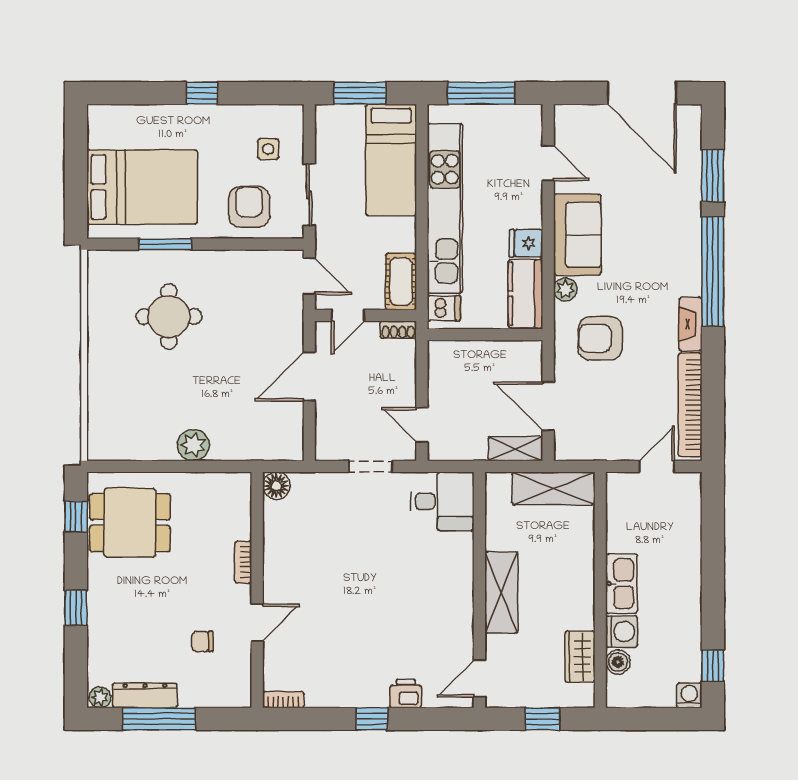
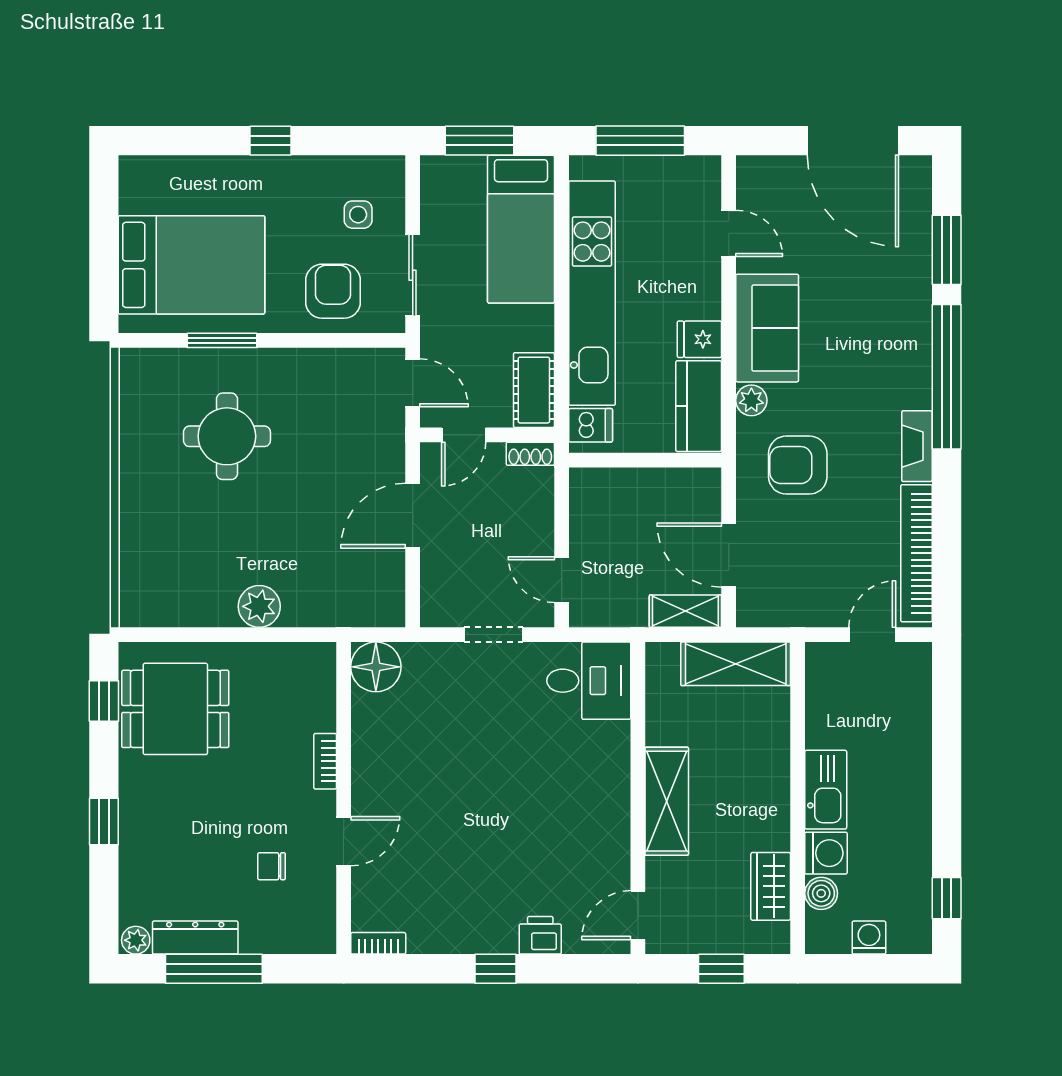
floor lamp: (276, 486) -> (376, 667), width x1.38, depth x1.38
washing machine: (689, 695) -> (869, 938), moved

